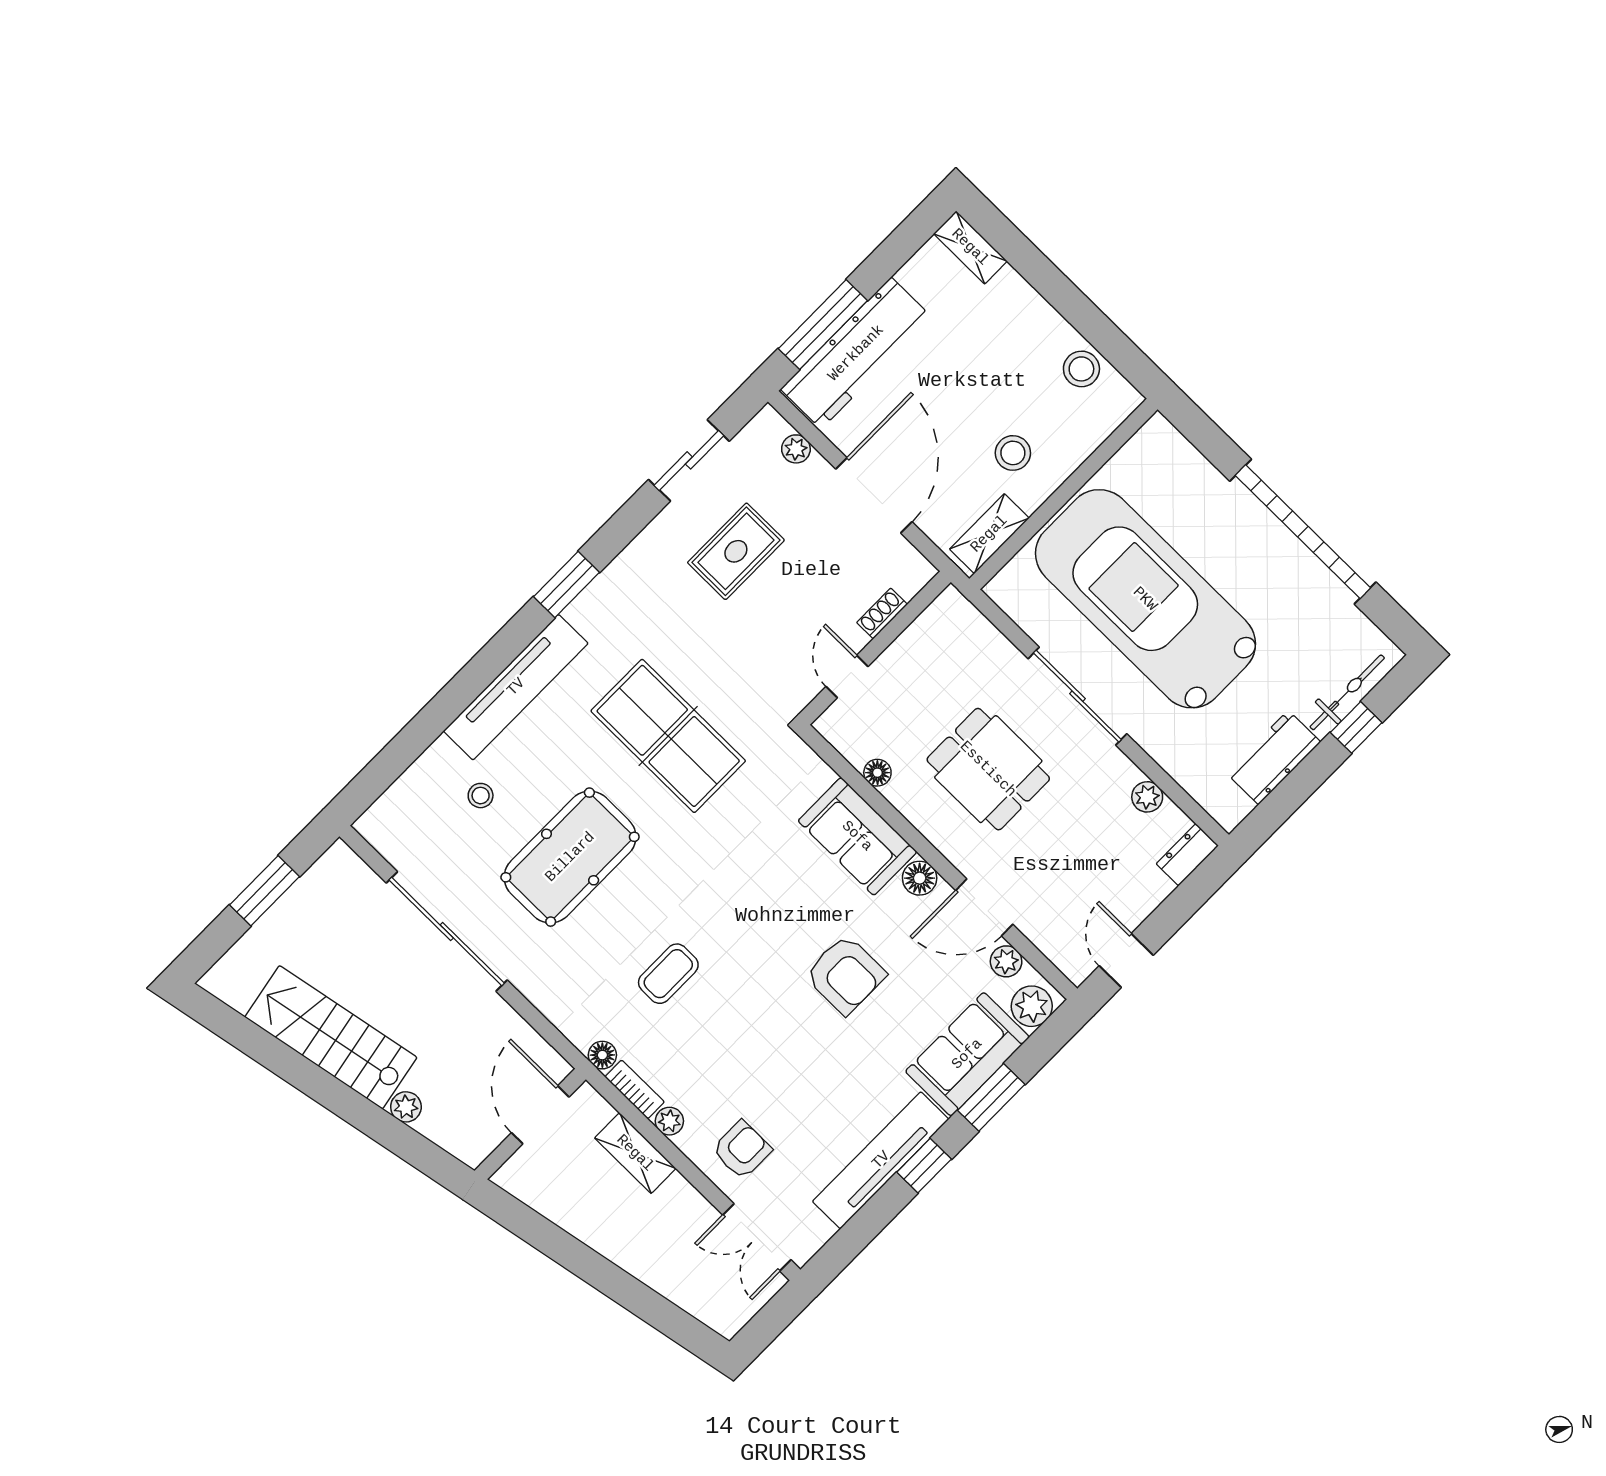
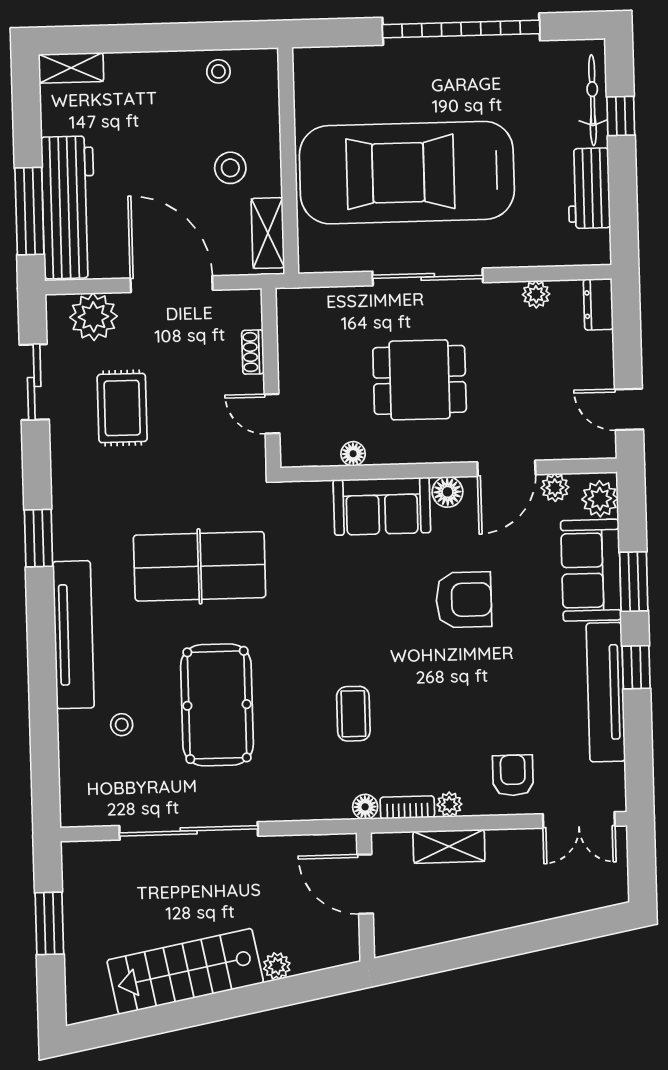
stool: (1081, 369) -> (218, 71), width x0.73, depth x0.73
plant: (796, 449) -> (93, 317), width x1.87, depth x1.87

